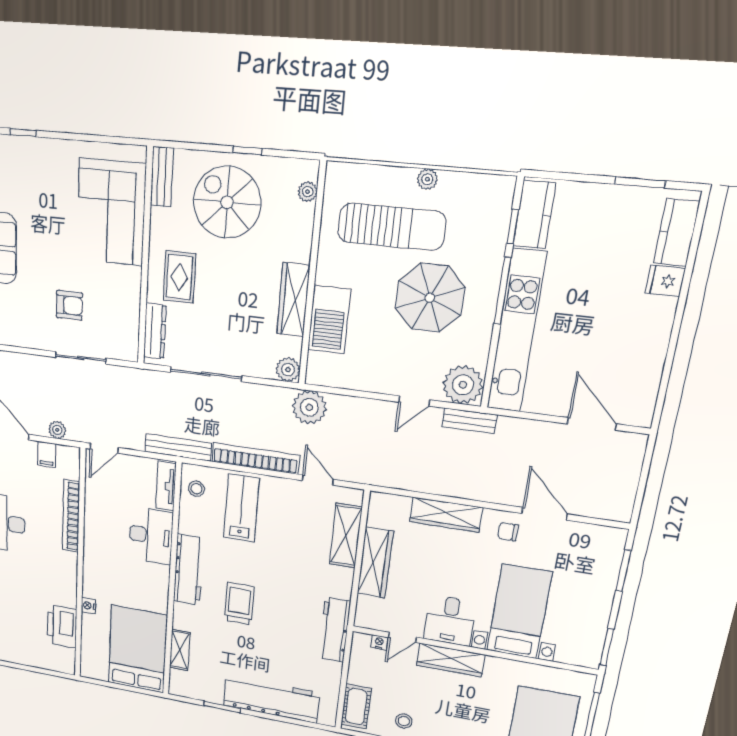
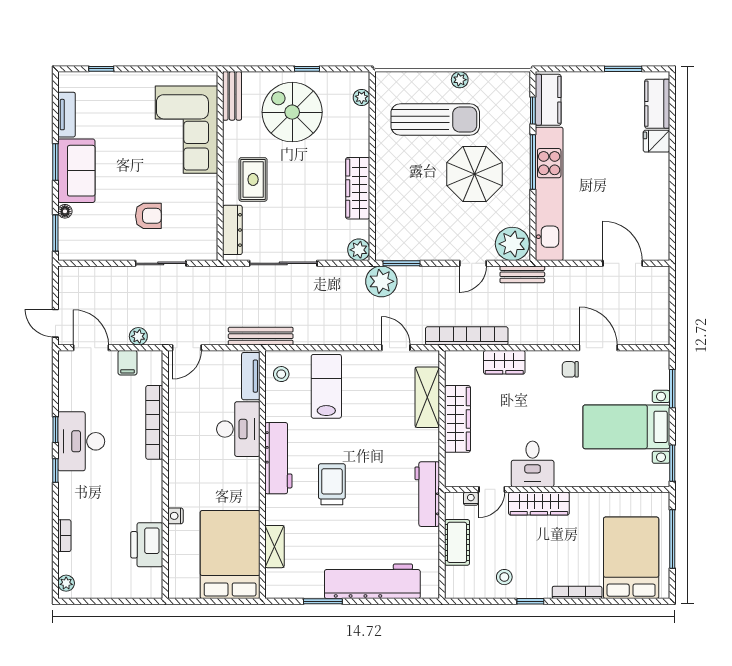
barbecue: (329, 320) -> (391, 202), removed
window: (333, 390) -> (401, 263), added
bookcase: (255, 458) -> (467, 336), moved
wardrobe: (446, 515) -> (504, 362), width x0.67
bed with nightstands: (519, 612) -> (626, 427), moved, turned -90
cot: (356, 707) -> (457, 542), moved

